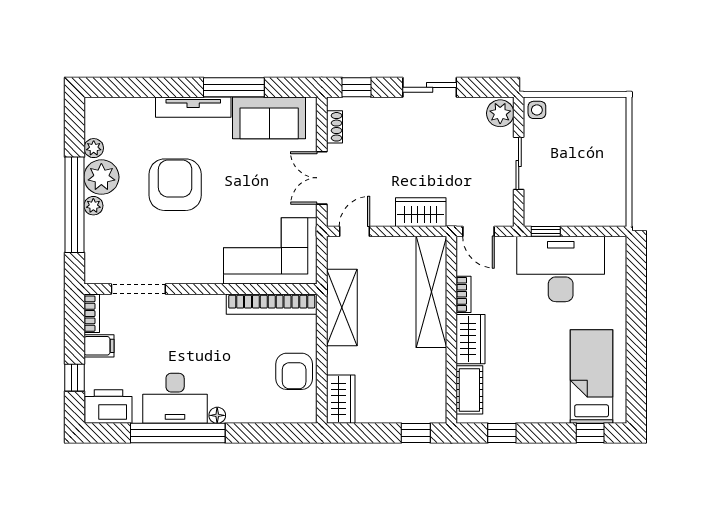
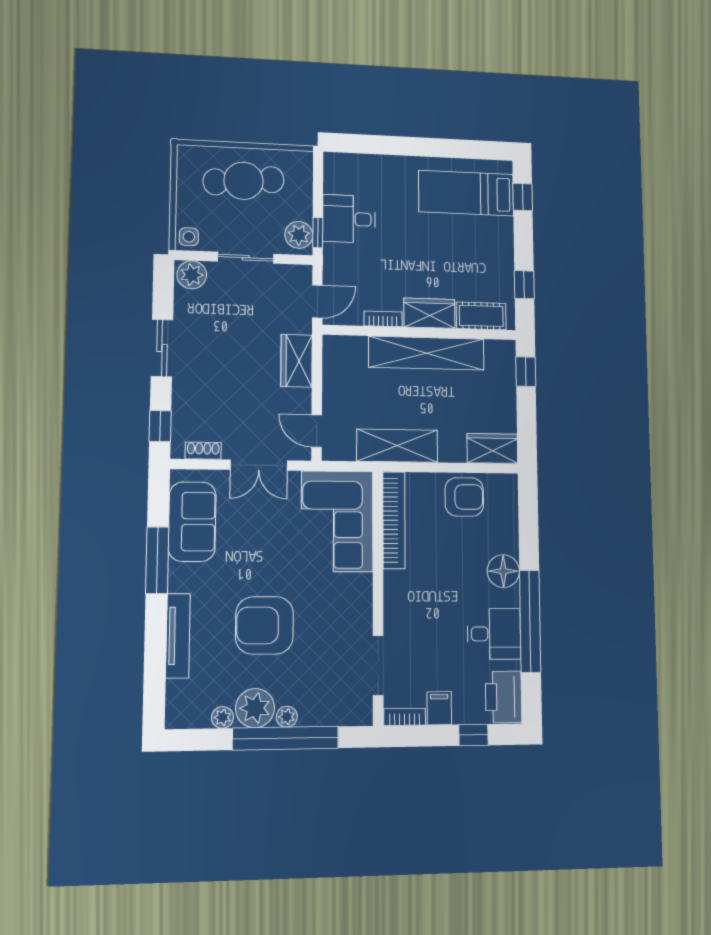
tv unit: (193, 107) -> (178, 636), moved
cafe table: (594, 160) -> (244, 181), added
plant: (543, 213) -> (299, 235), added
desk: (561, 269) -> (349, 219), width x0.53, depth x0.77
shelving: (431, 292) -> (426, 353), moved
desk: (175, 398) -> (494, 634), width x0.73
floor lamp: (217, 415) -> (503, 571), width x1.89, depth x1.89

